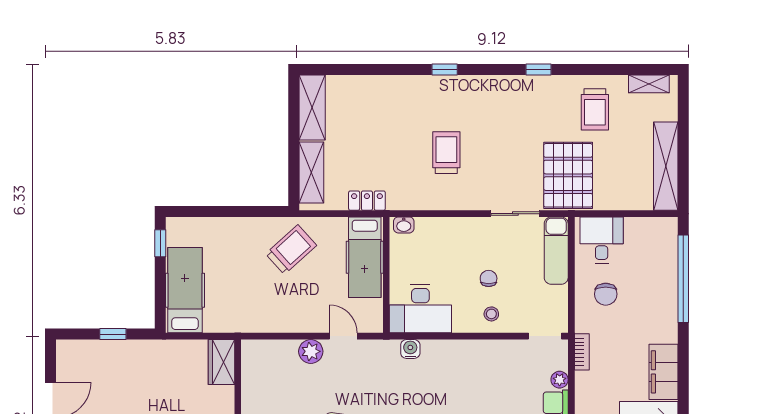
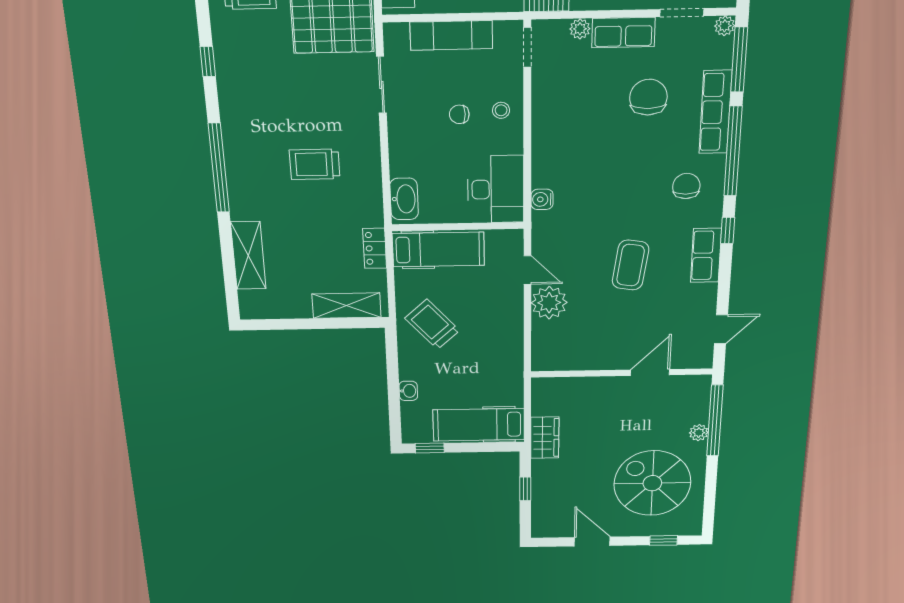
window: (445, 69) -> (219, 168), width x3.17
shelving: (312, 107) -> (248, 256), moved, turned 90
washbasin: (223, 225) -> (408, 391), added
washbasin: (404, 225) -> (404, 199), width x1.91, depth x1.45
exam couch: (556, 251) -> (451, 35), moved
door: (343, 336) -> (527, 270), swing flipped
plant: (311, 351) -> (549, 303), width x1.36, depth x1.36
wardrobe: (221, 362) -> (545, 438), moved, turned -90

